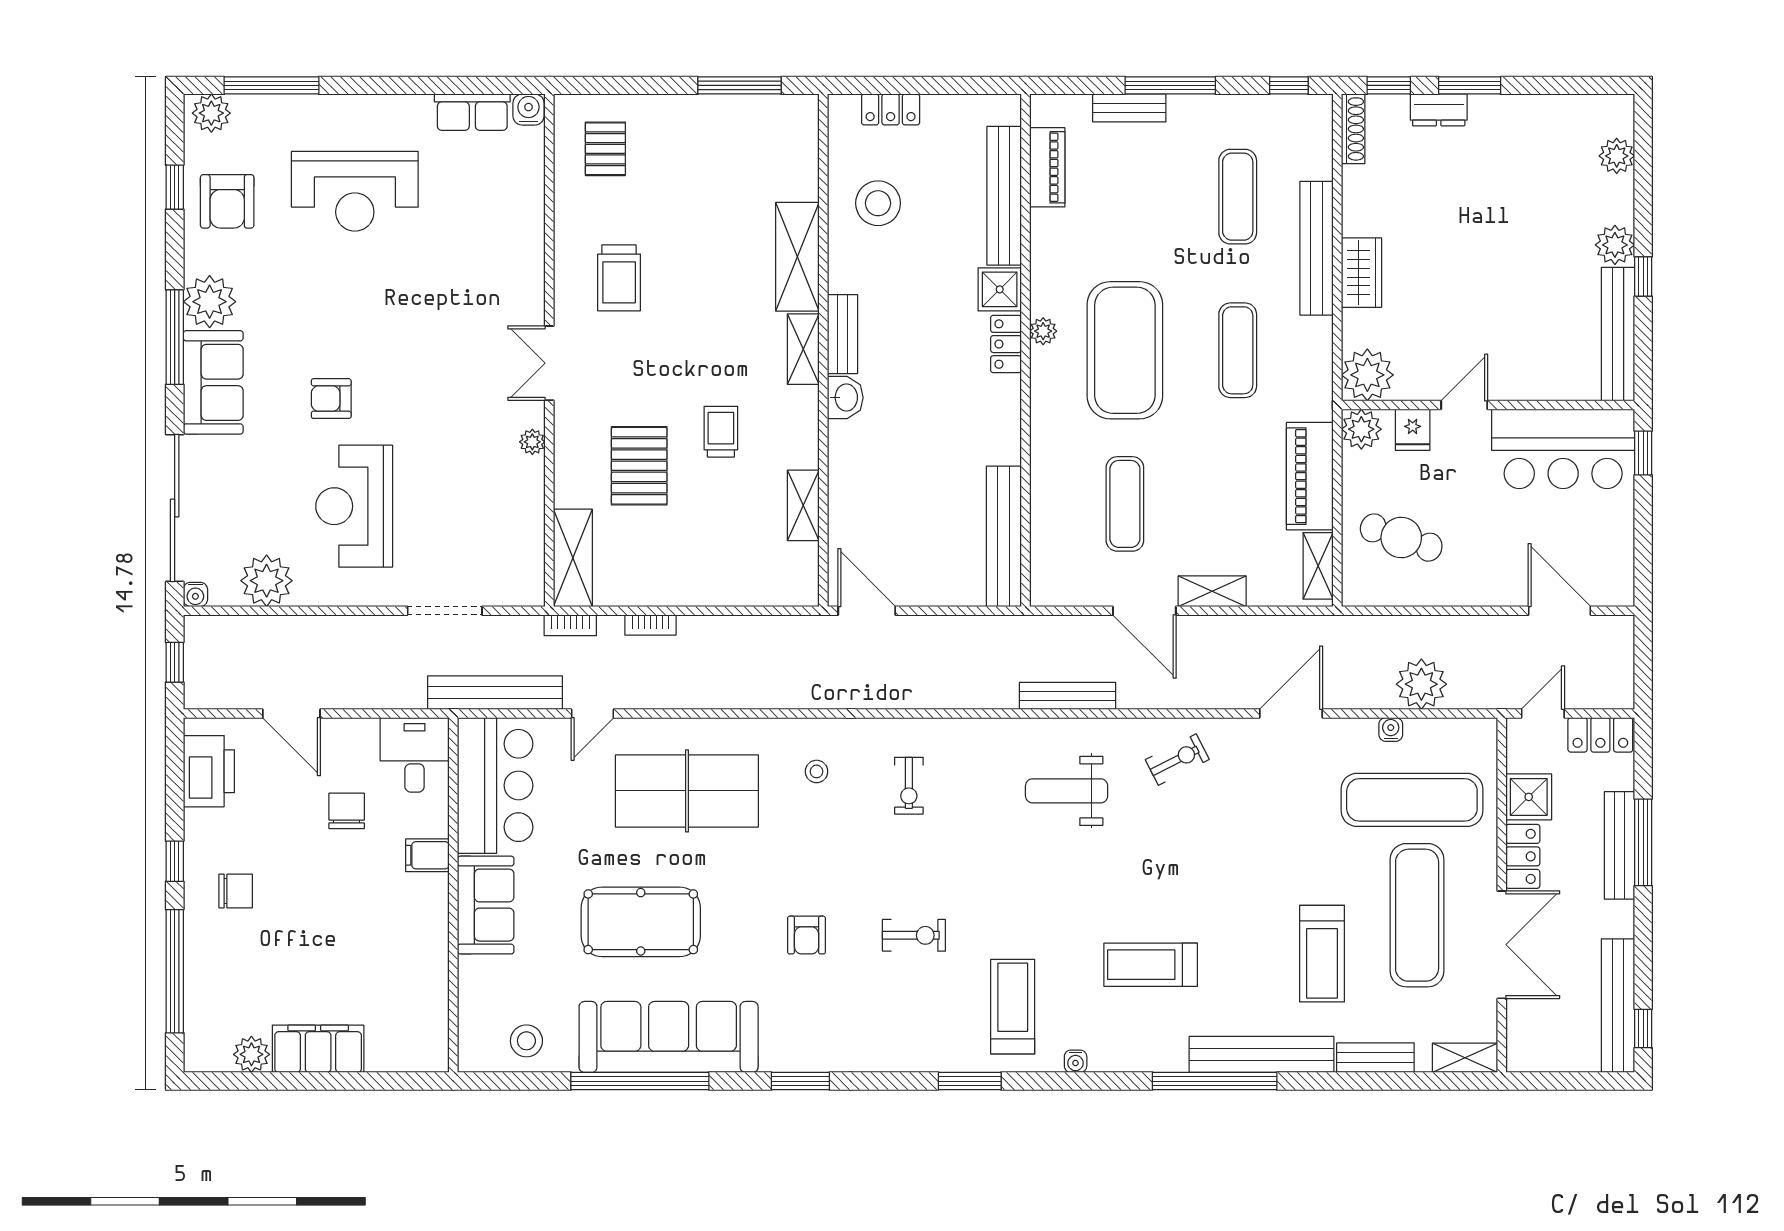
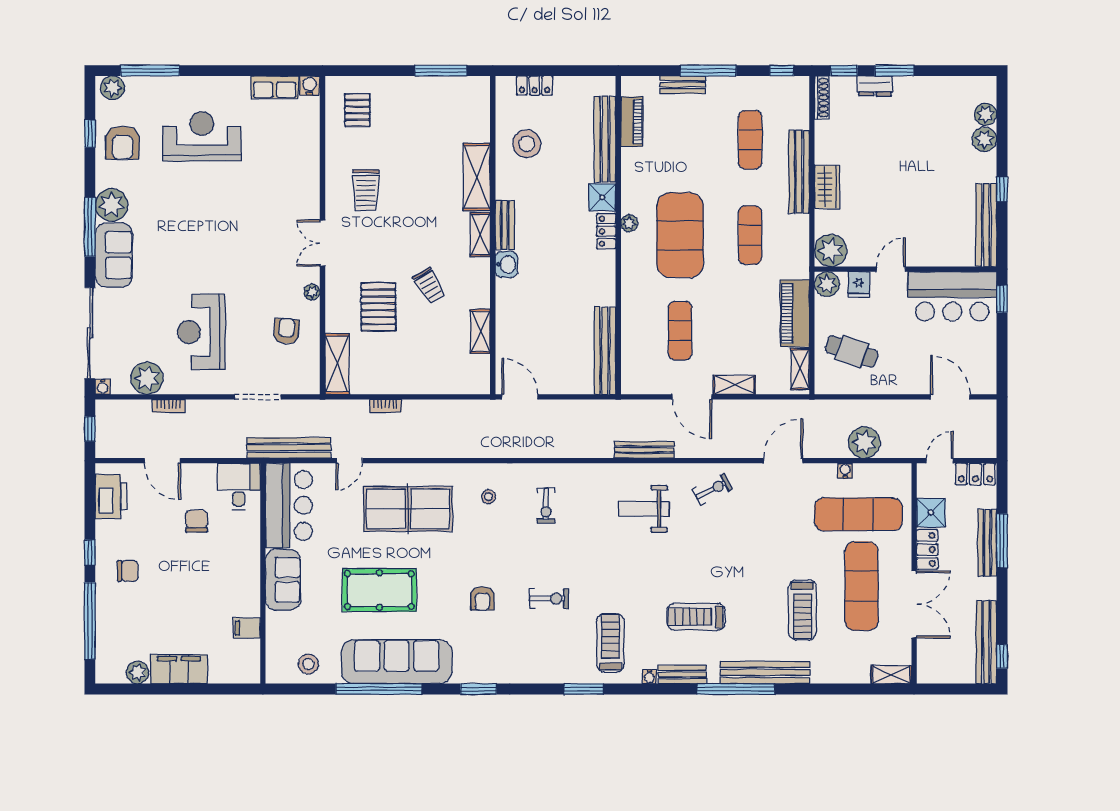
reception desk: (355, 191) -> (202, 136), turned 180
plant: (1615, 245) -> (984, 139), moved
armchair: (331, 399) -> (286, 331), moved, turned 94
trolley: (721, 432) -> (429, 286), turned 149
bookcase: (570, 625) -> (169, 406), moved
filing cabinet: (427, 855) -> (247, 628), moved
bench: (1375, 1058) -> (682, 675), moved

